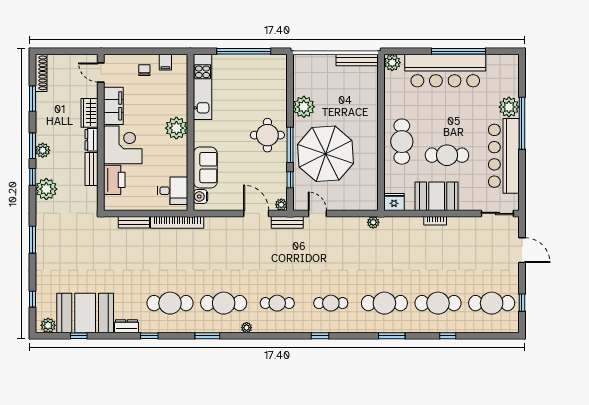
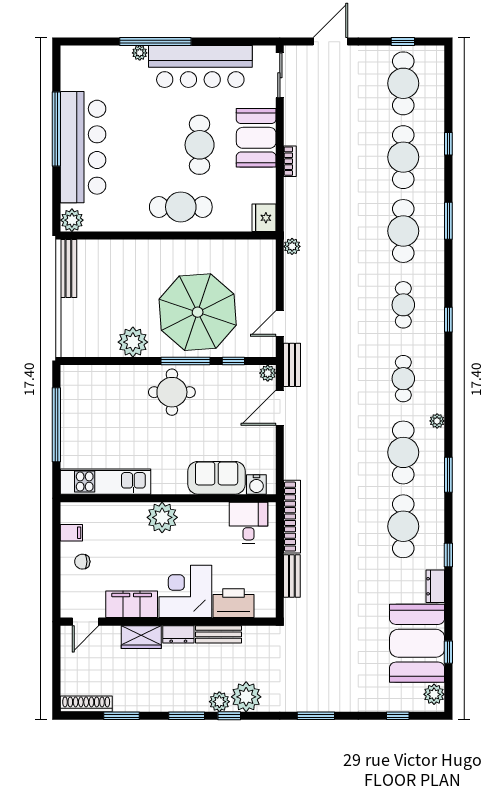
plant: (509, 107) -> (140, 53), width x0.53, depth x0.53
plant: (43, 150) -> (219, 702), moved
booth: (437, 196) -> (256, 138), moved

